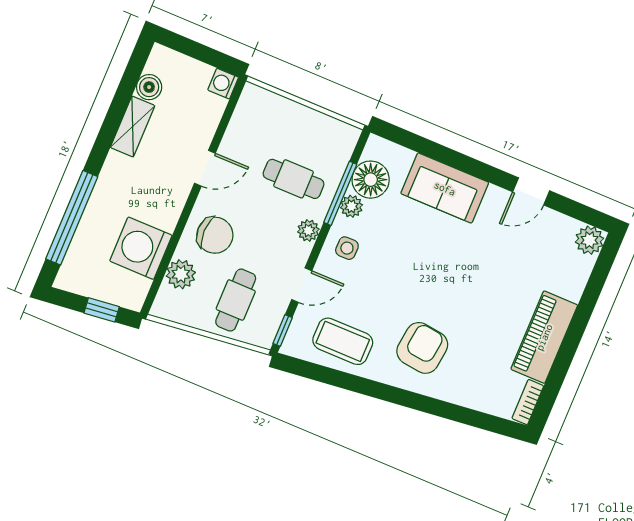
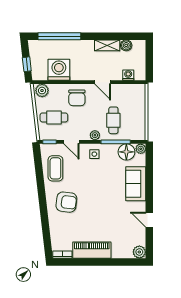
washing machine: (223, 84) -> (128, 75), moved
plant: (351, 206) -> (141, 149), moved
plant: (181, 274) -> (42, 91), moved

